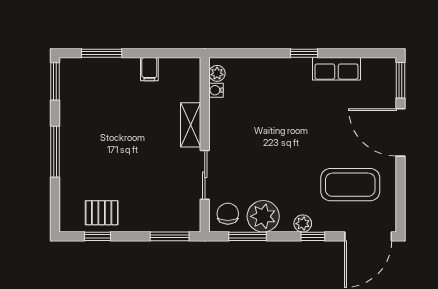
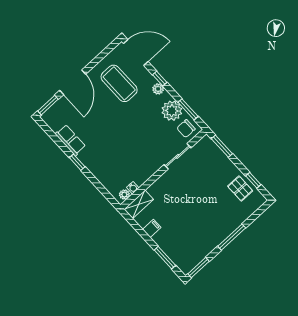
shelving: (191, 125) -> (139, 204), moved

